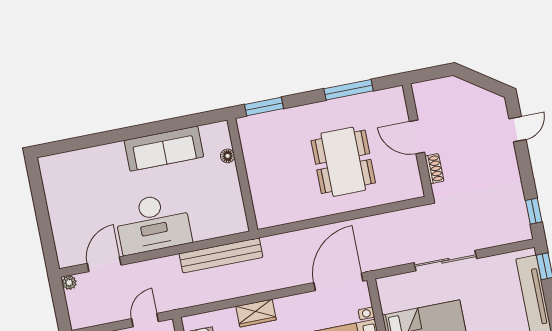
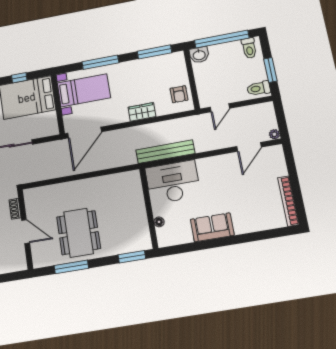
sofa: (164, 149) -> (212, 227), width x0.73
dining table: (343, 162) -> (79, 233), moved
bookcase: (51, 189) -> (288, 201), added
desk: (153, 223) -> (173, 182), moved

